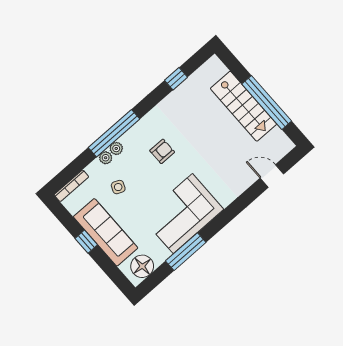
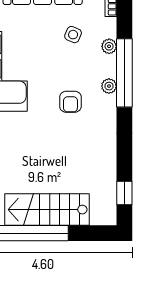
window: (176, 79) -> (124, 193), moved
plant: (116, 148) -> (109, 86), moved

